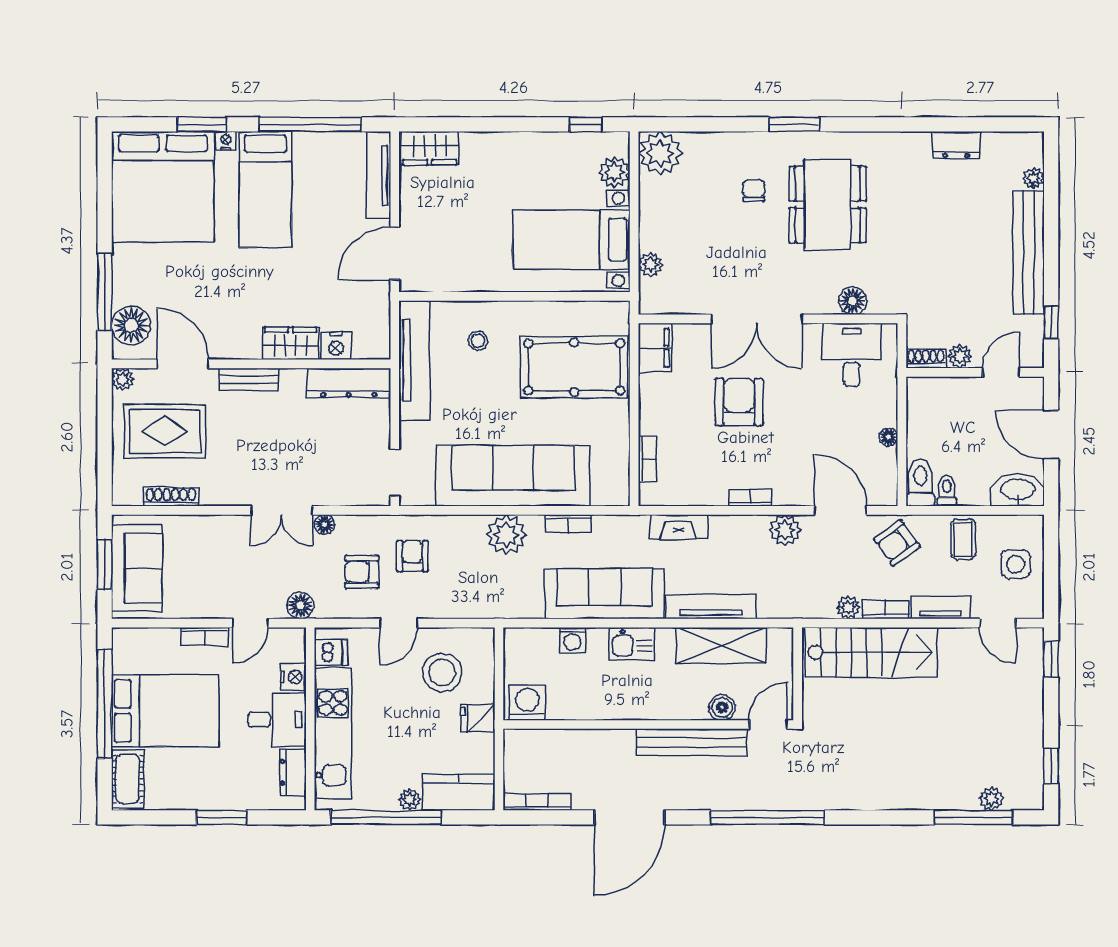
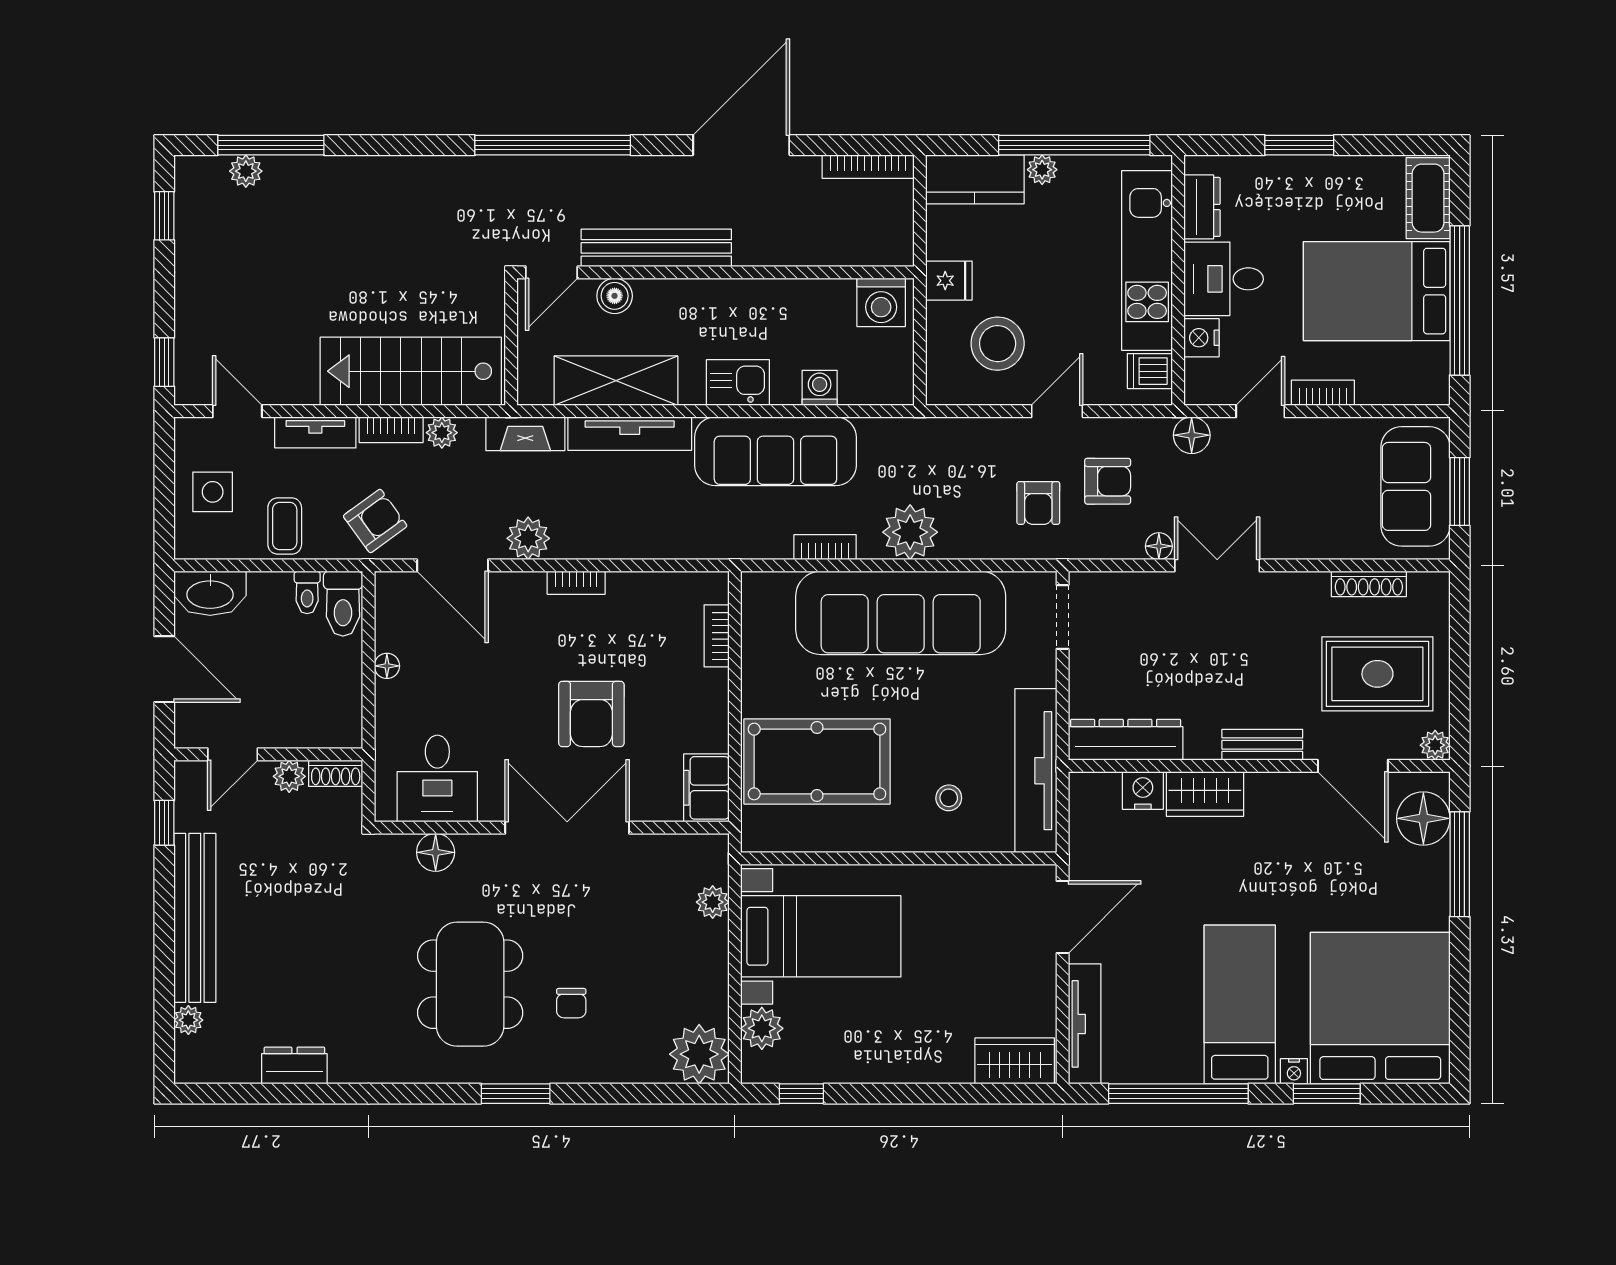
fireplace: (678, 527) -> (525, 434), moved, turned 180

